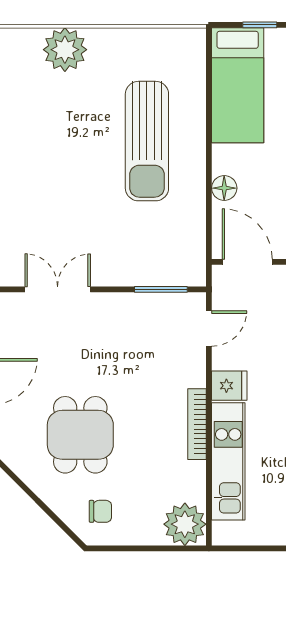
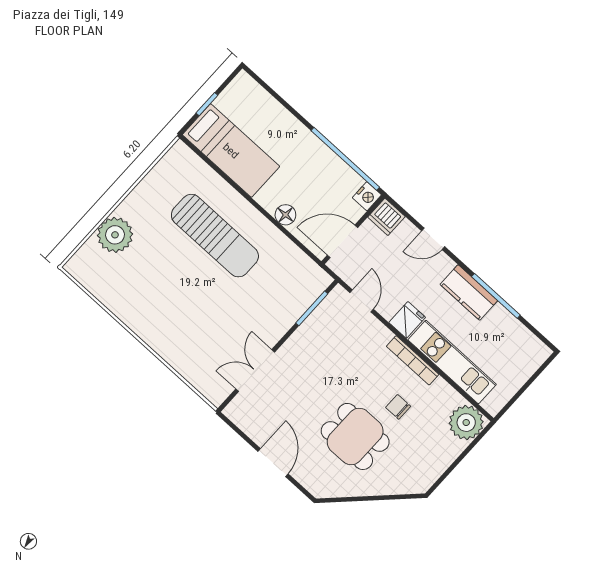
chair: (100, 511) -> (398, 407), moved, turned -90

